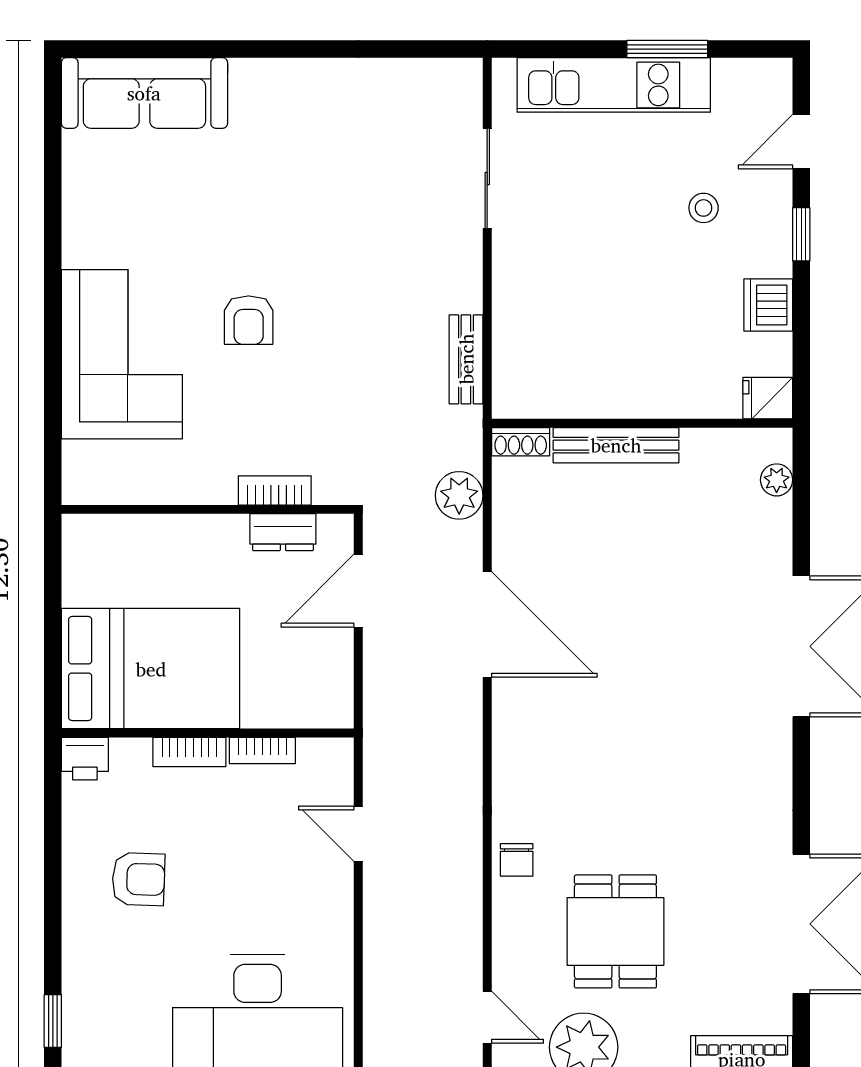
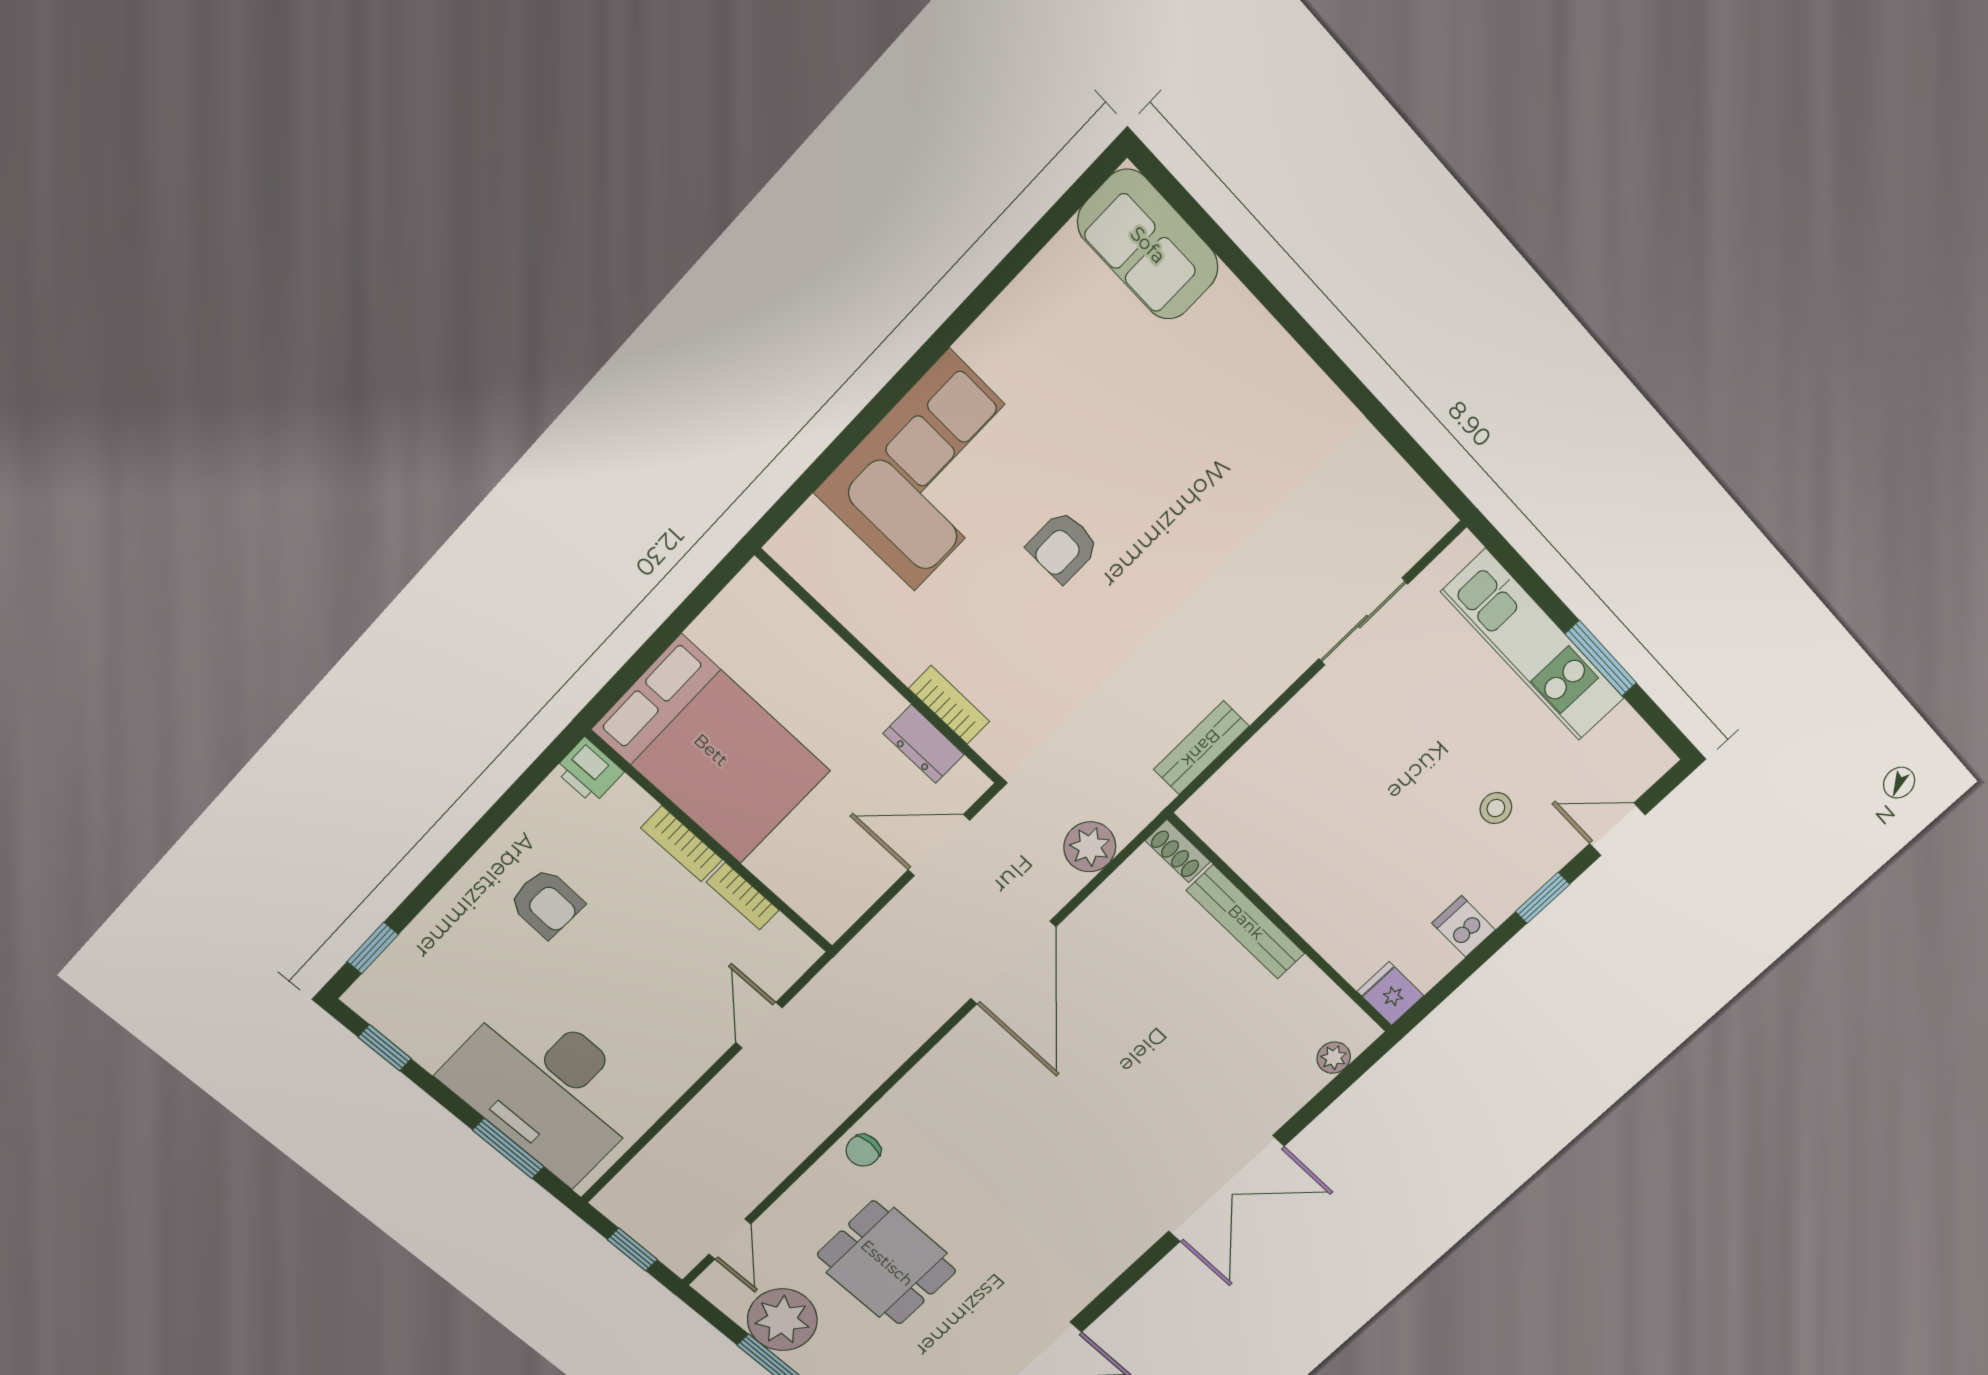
sofa: (144, 93) -> (1148, 245), width x0.73
dishwasher: (768, 305) -> (1464, 926), width x0.73
dining table: (615, 931) -> (887, 1263), turned 90

